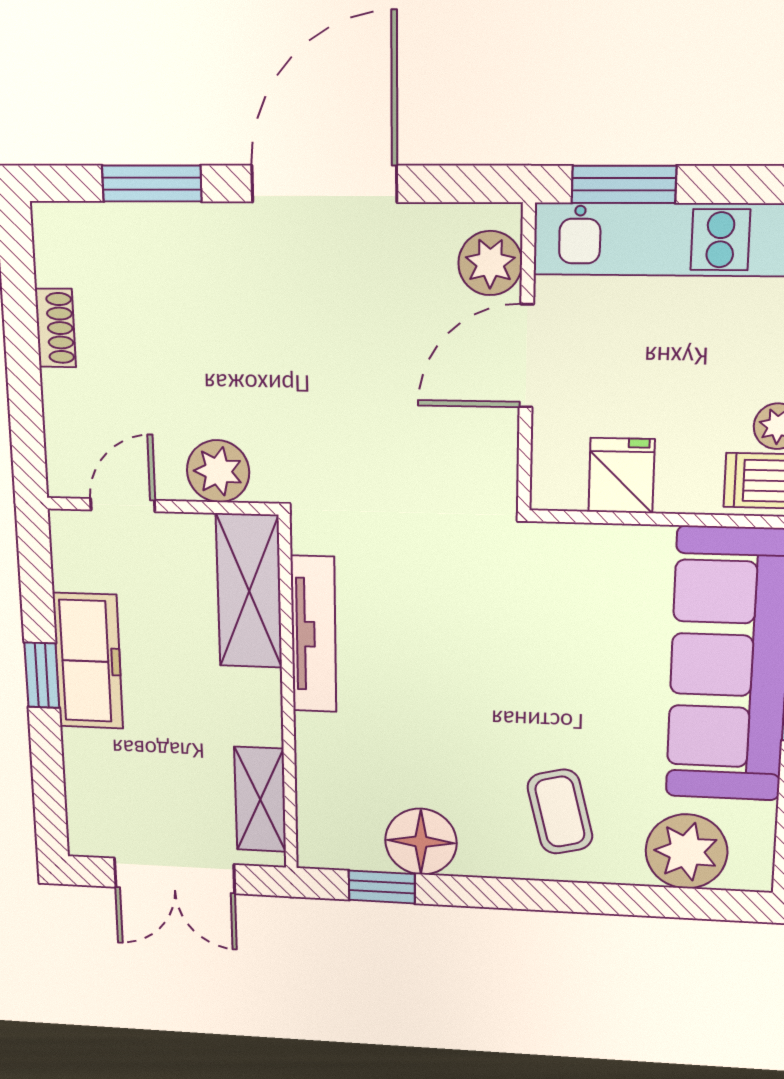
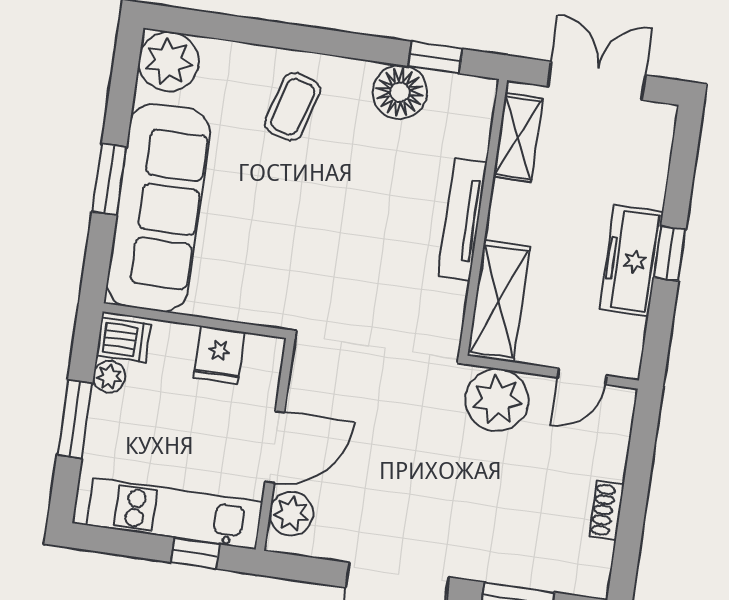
window: (624, 184) -> (195, 553), width x0.67
plant: (218, 471) -> (497, 400), width x1.36, depth x1.36
tv unit: (314, 634) -> (462, 220), moved
coffee table: (560, 812) -> (292, 107), turned 30
plant: (686, 851) -> (169, 61), moved

